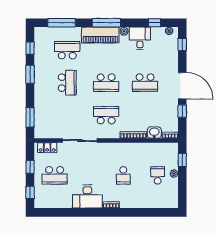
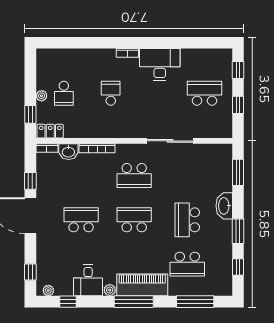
washbasin: (40, 93) -> (224, 206), added
locker: (47, 148) -> (50, 131), moved

